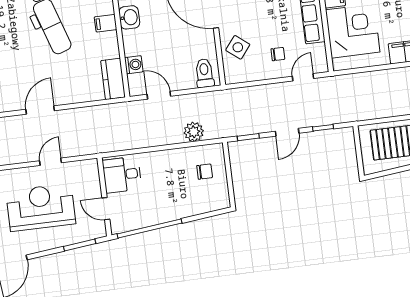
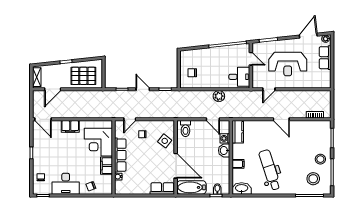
washbasin: (129, 17) -> (224, 150), moved
door: (40, 110) -> (281, 119), hinge flipped
plant: (194, 132) -> (219, 96), moved
door: (287, 132) -> (143, 89), hinge flipped
door: (50, 162) -> (269, 89), moved

